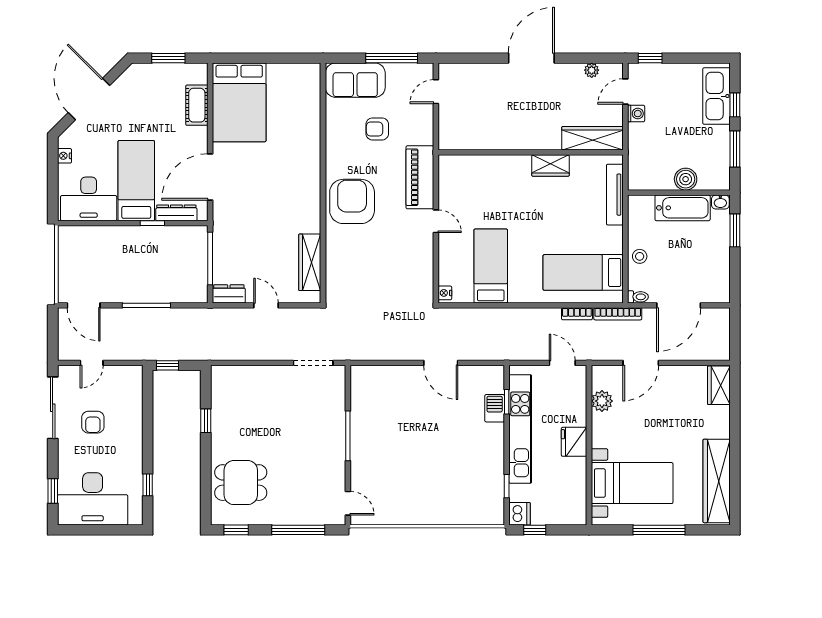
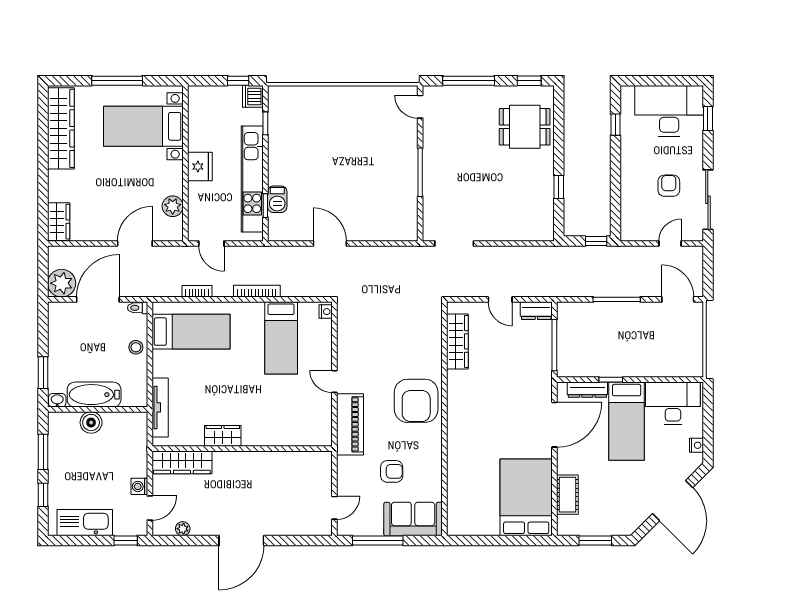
kitchen sink: (717, 96) -> (85, 523), moved, turned -90
bookcase: (618, 314) -> (257, 291), moved
plant: (716, 322) -> (62, 283), added

